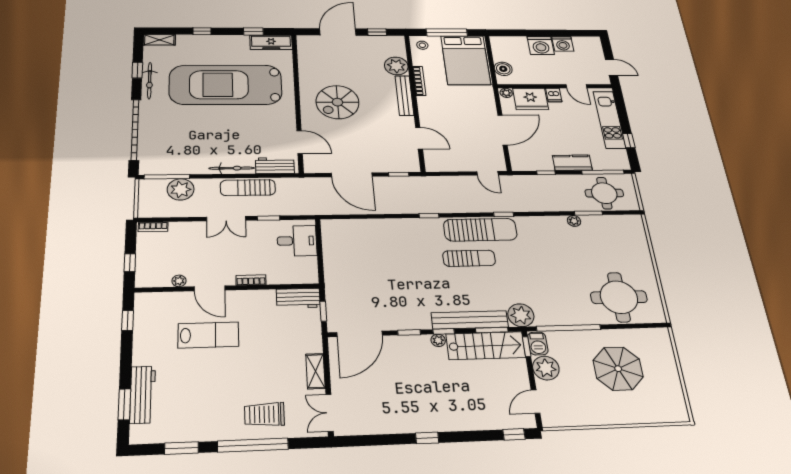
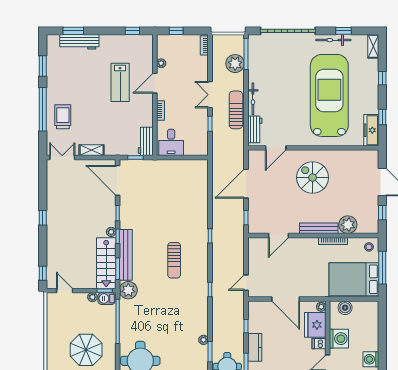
washing machine: (541, 46) -> (339, 339), moved, turned 180
sun lounger: (480, 230) -> (197, 271), removed
desk: (297, 241) -> (171, 142), moved
plant: (546, 368) -> (92, 297), width x0.53, depth x0.53

